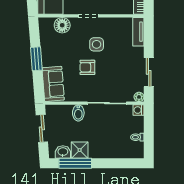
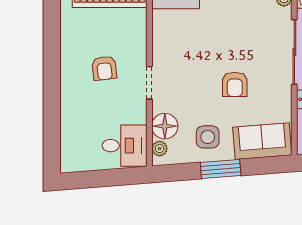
plant: (49, 22) -> (160, 149), added
side table: (97, 44) -> (208, 137), moved

